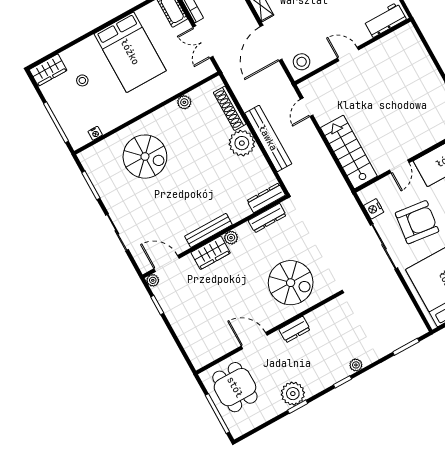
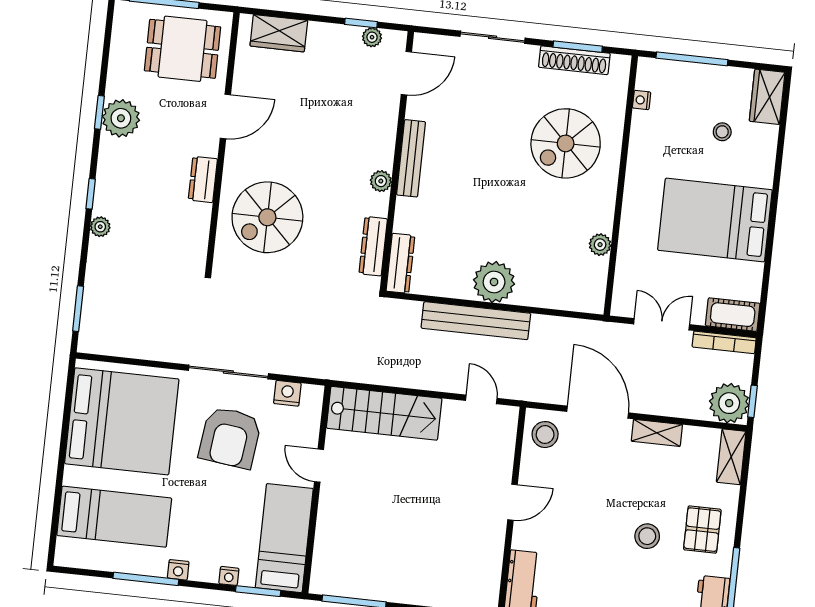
shoe rack: (230, 108) -> (574, 60), moved, turned 180
wardrobe: (211, 253) -> (279, 33), moved, turned -90
plant: (153, 280) -> (372, 37), moved

